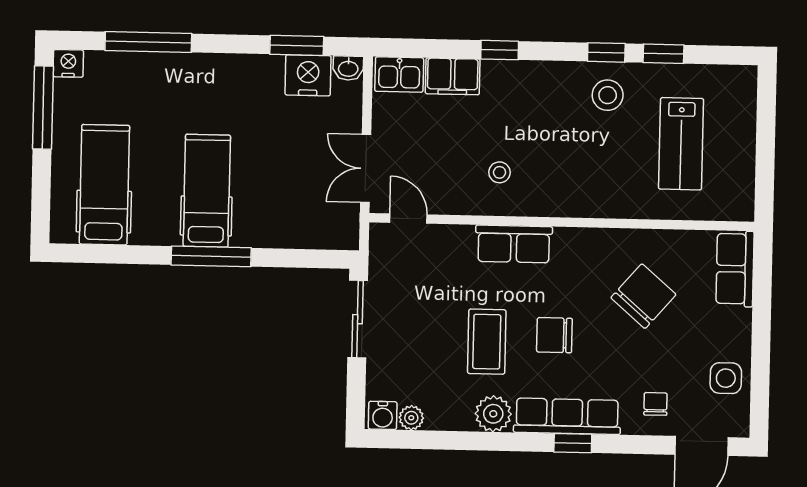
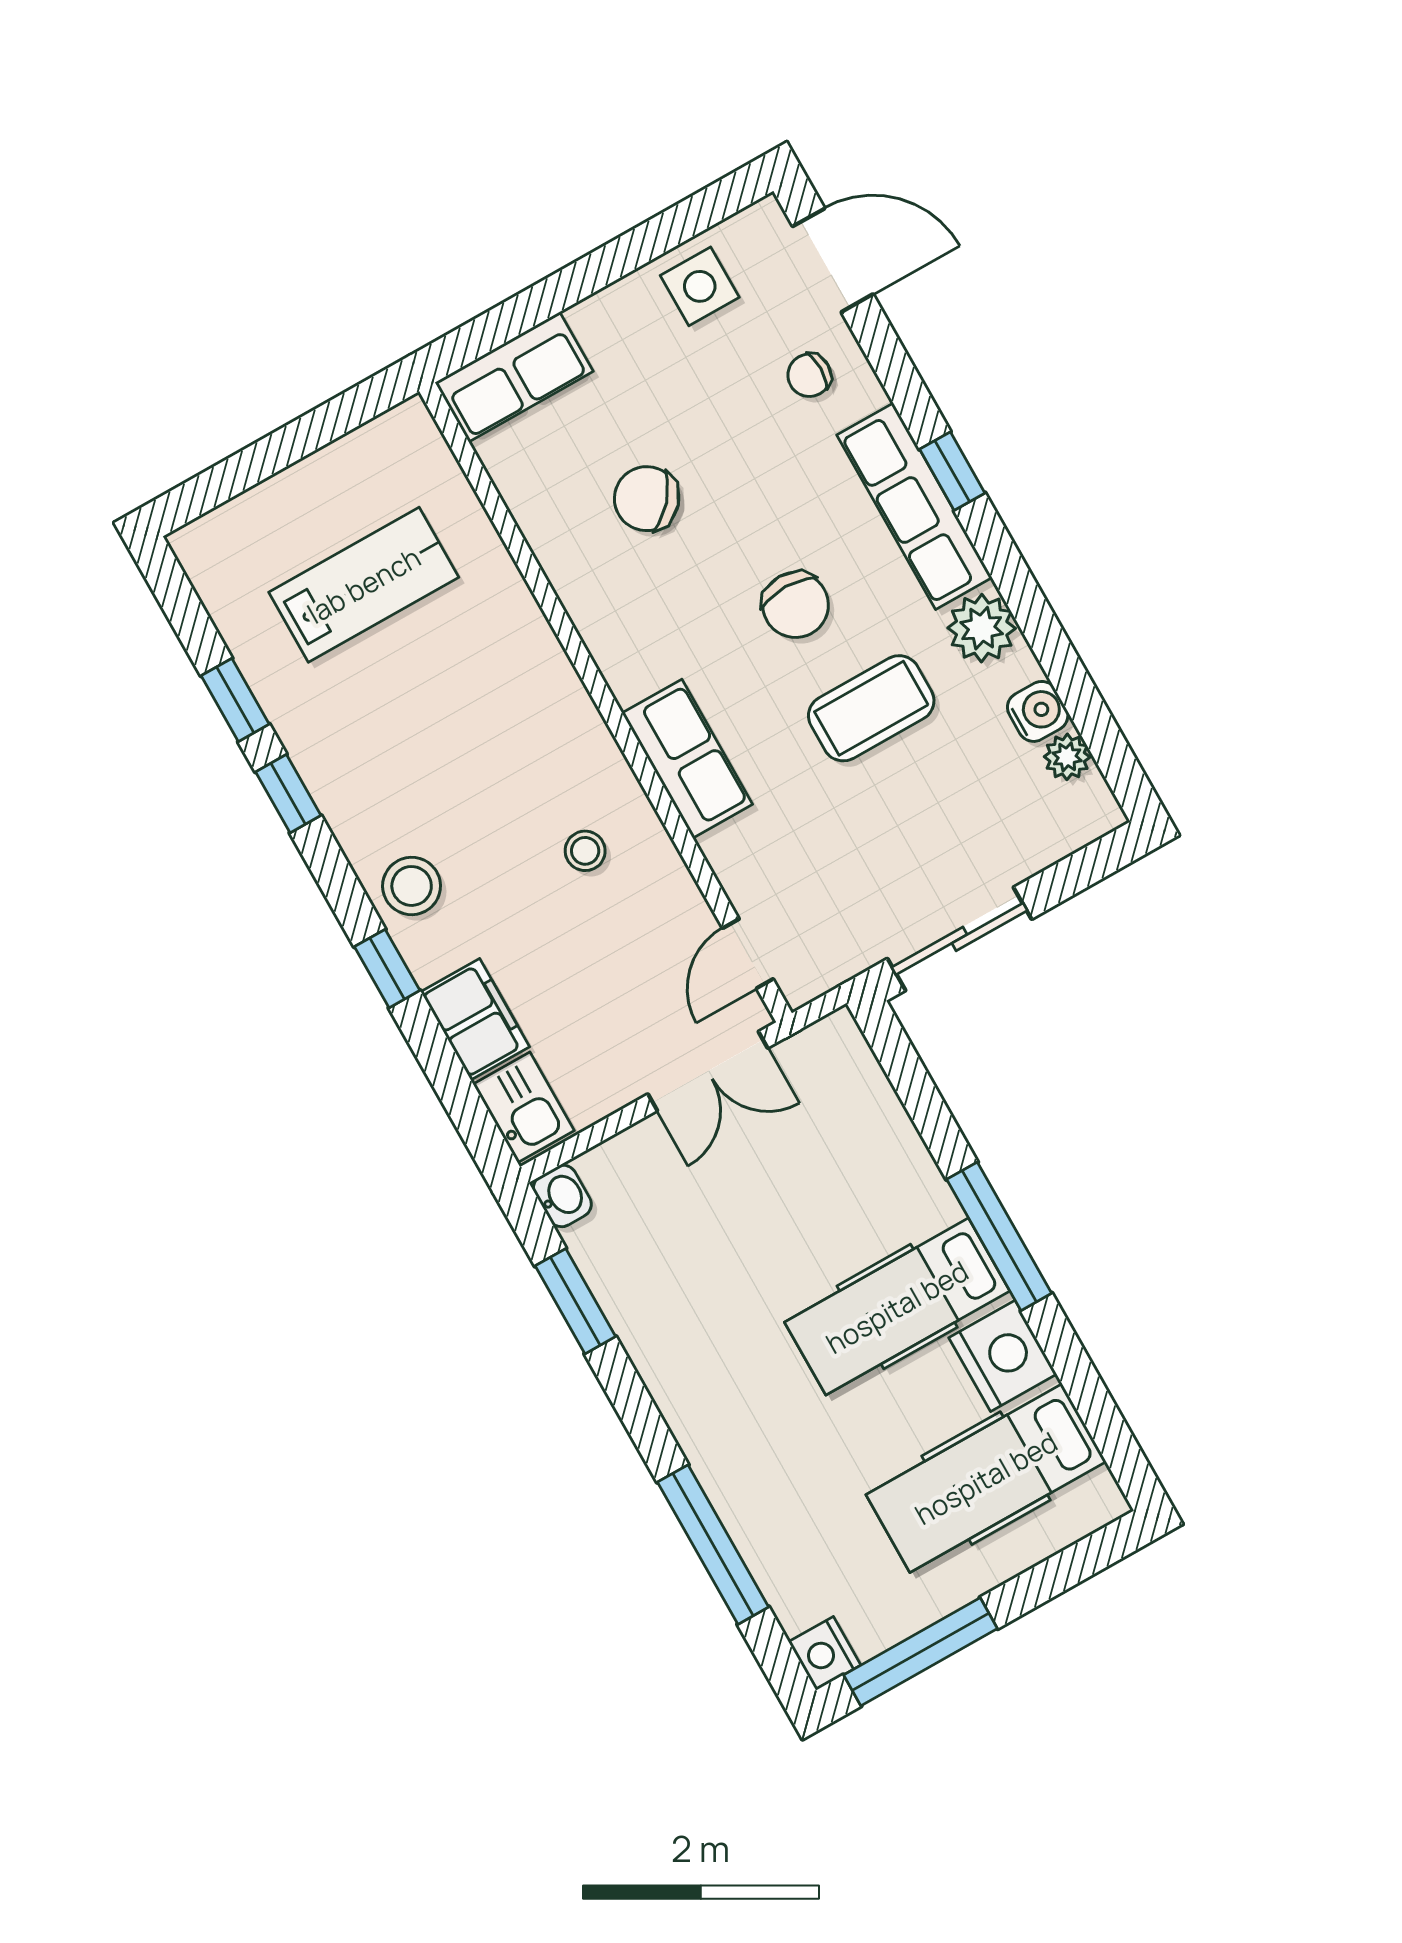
nightstand: (308, 75) -> (1003, 1356), moved, turned 180
stool: (608, 95) -> (412, 886), moved
chair: (643, 296) -> (647, 499), width x0.73, depth x0.73
water cooler: (383, 415) -> (1038, 711), moved

